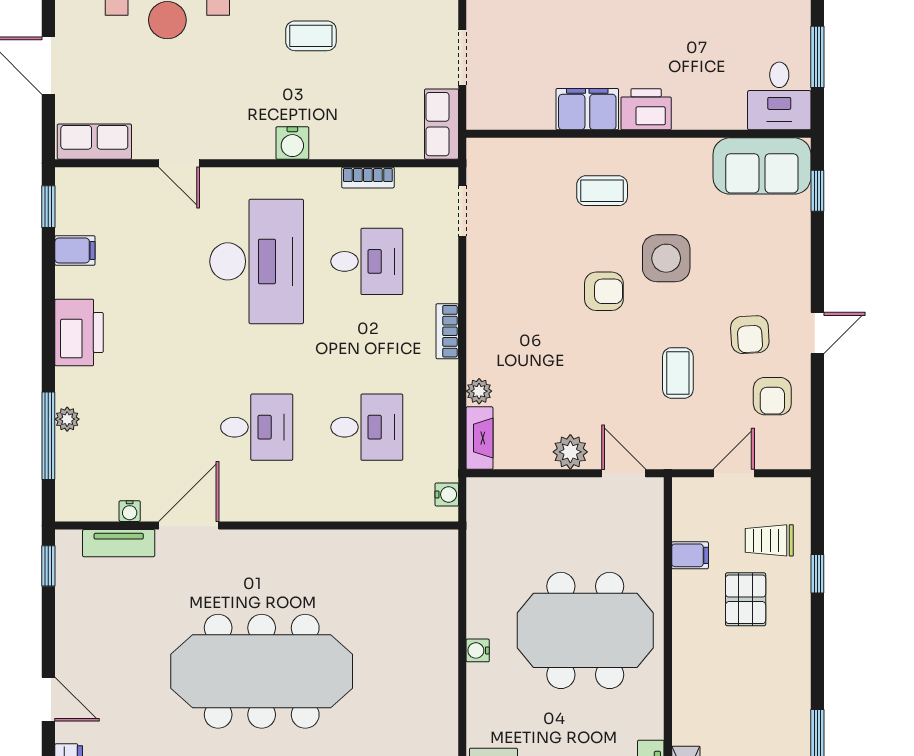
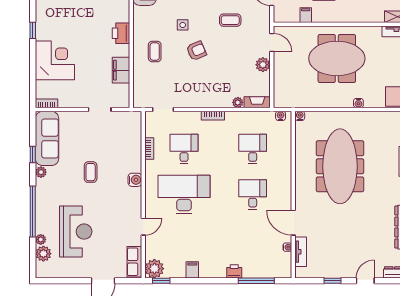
filing cabinet: (587, 109) -> (121, 70), moved
row of seats: (442, 124) -> (127, 118), removed
filing cabinet: (75, 250) -> (192, 270), moved
side table: (666, 258) -> (183, 25), width x0.54, depth x0.54
armchair: (604, 291) -> (196, 51), turned 67
printer: (79, 332) -> (234, 271), moved, width x0.53, depth x0.68
plant: (67, 419) -> (154, 269), moved, width x1.87, depth x1.87
door: (624, 473) -> (272, 43), swing flipped
water cooler: (447, 541) -> (300, 116), added
window: (48, 566) -> (333, 281), moved
meeting table: (585, 630) -> (337, 58), turned 90
water cooler: (478, 650) -> (358, 103), moved
meeting table: (262, 671) -> (340, 166), moved

